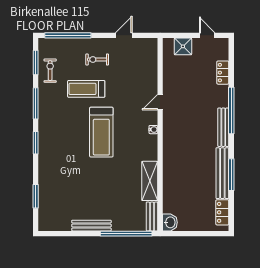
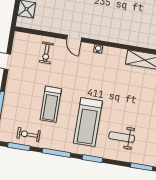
exercise bike: (97, 59) -> (46, 53), moved
treadmill: (101, 132) -> (88, 122), moved, turned 90
weight bench: (64, 170) -> (122, 137), added

